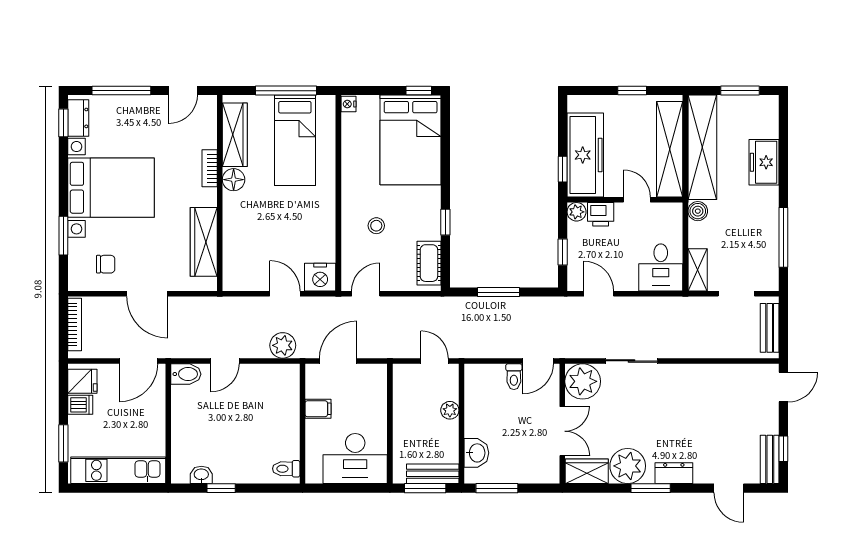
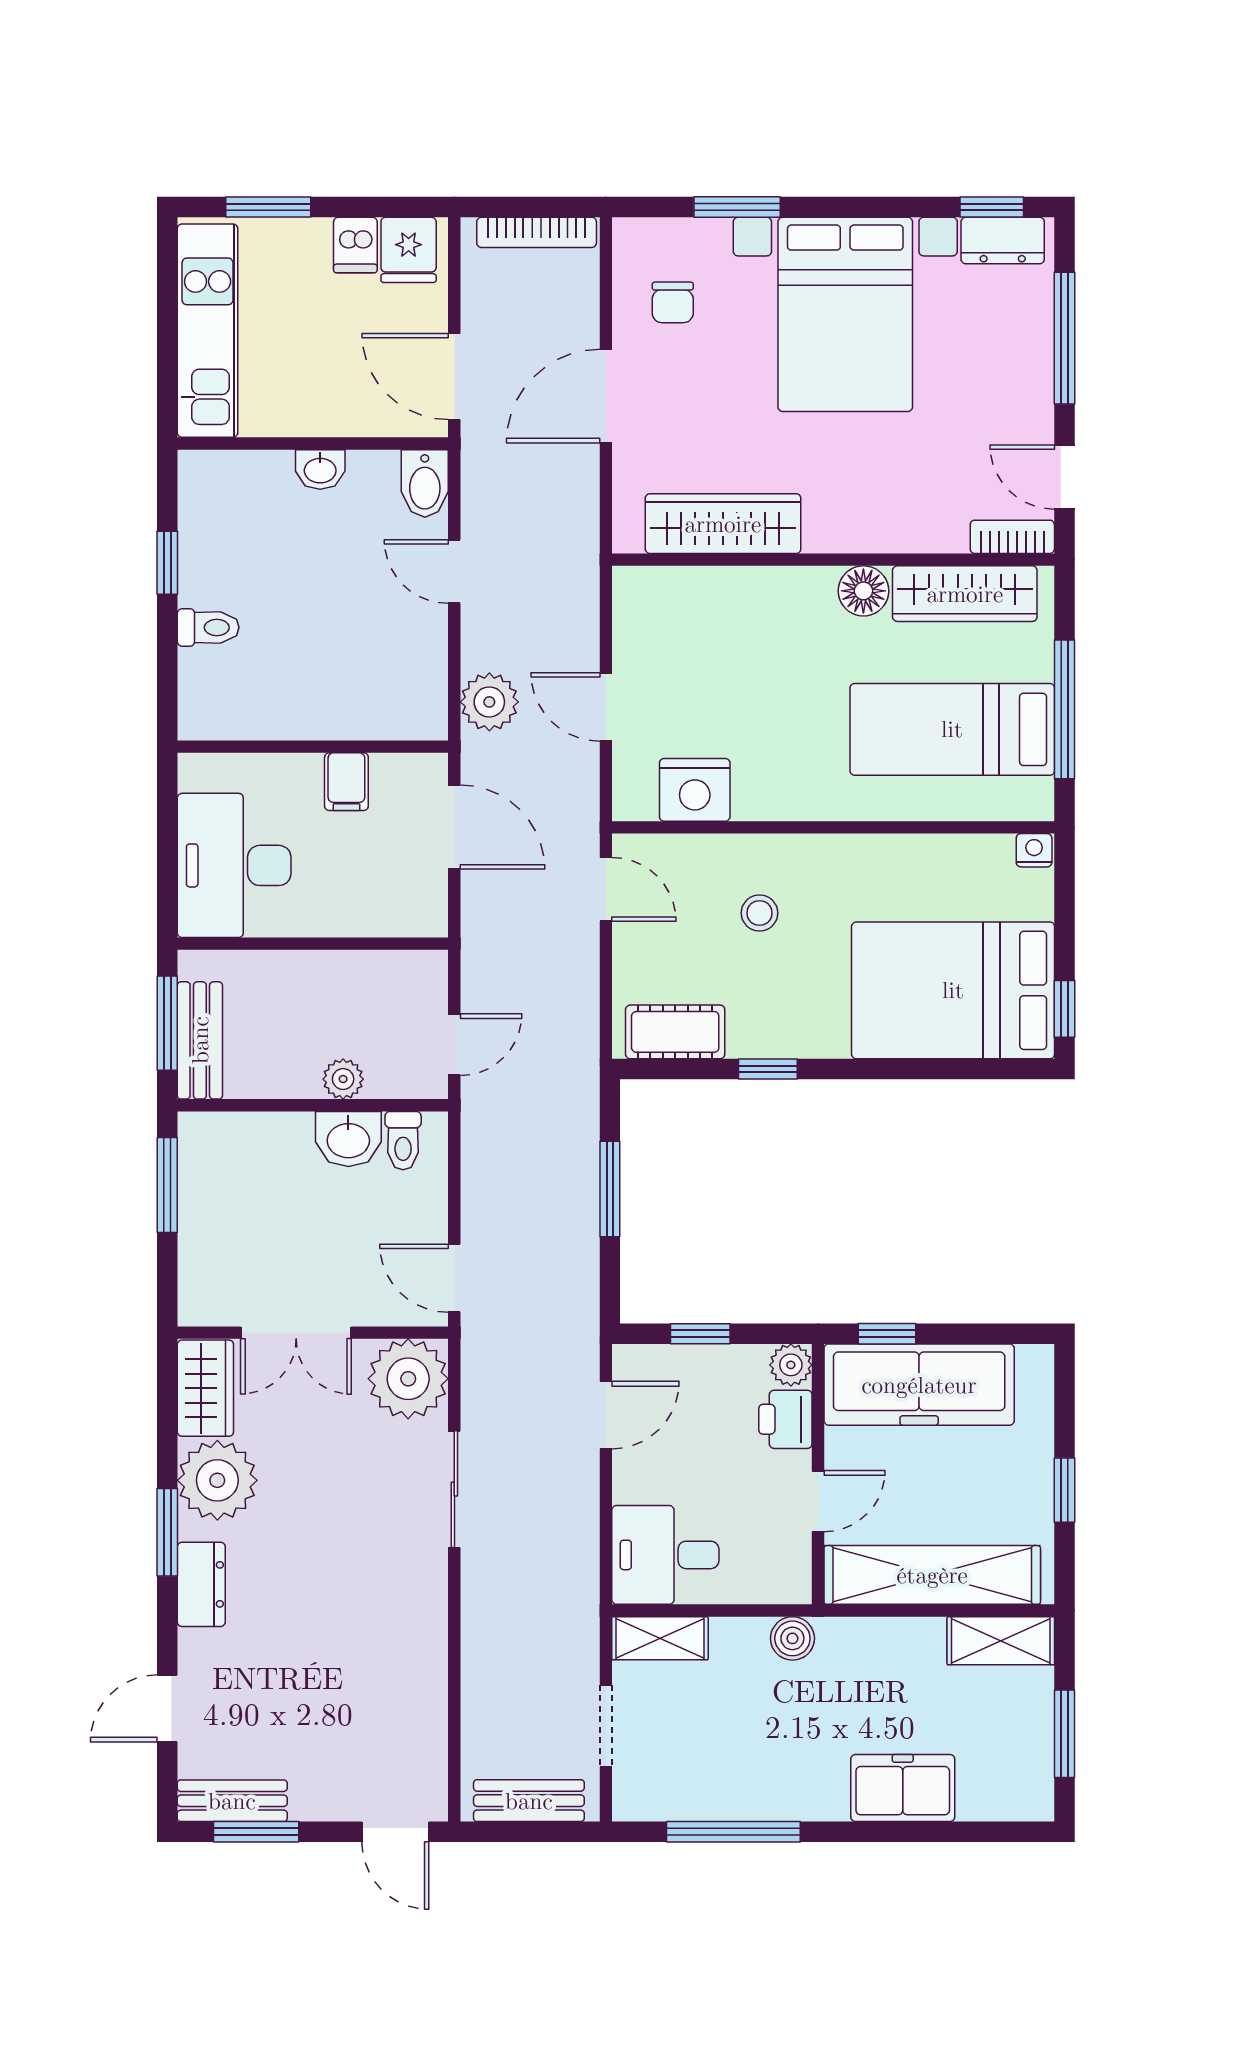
shelving: (702, 147) -> (1001, 1641), width x0.45, depth x0.75
bookcase: (210, 168) -> (1012, 537), moved
nightstand: (320, 277) -> (695, 790), moved, turned -90
door: (285, 294) -> (606, 707), swing flipped
toilet: (514, 377) -> (403, 1141), moved, turned -90
window: (783, 449) -> (256, 1832), width x1.50
washbasin: (476, 453) -> (348, 1139), moved
toilet: (286, 469) -> (208, 627), moved, turned 90
washbasin: (201, 475) -> (320, 469), moved, turned 90

